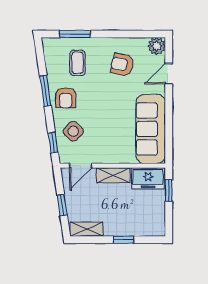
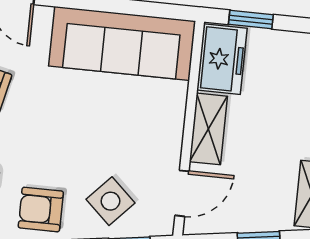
armchair: (66, 98) -> (41, 209), turned 180
door: (81, 166) -> (182, 193), hinge flipped

